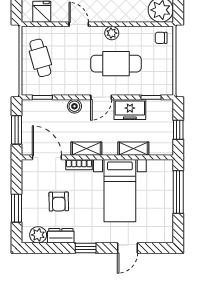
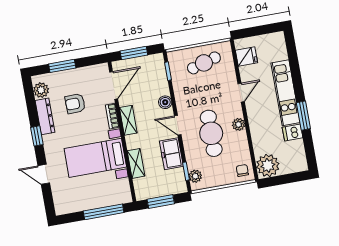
plant: (158, 88) -> (195, 176), added
window: (178, 130) -> (161, 201), width x1.50
dresser: (61, 236) -> (45, 116), width x1.44

